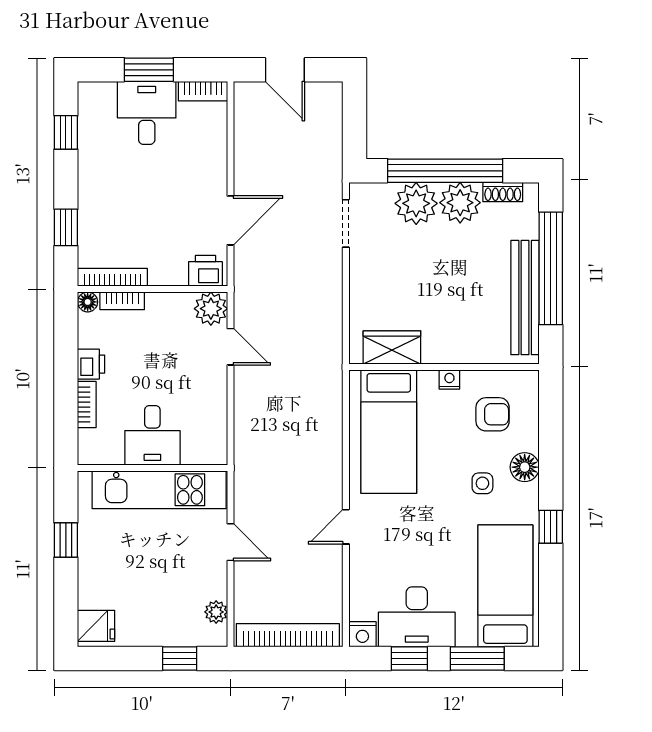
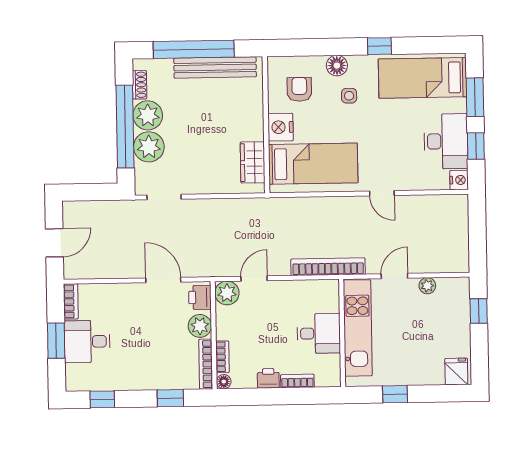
plant: (166, 270) -> (200, 326), added
nightstand: (449, 380) -> (281, 127), width x1.89, depth x1.79
plant: (216, 612) -> (427, 286), moved
bookcase: (288, 635) -> (328, 267), moved, turned 90

